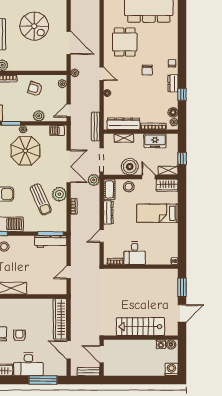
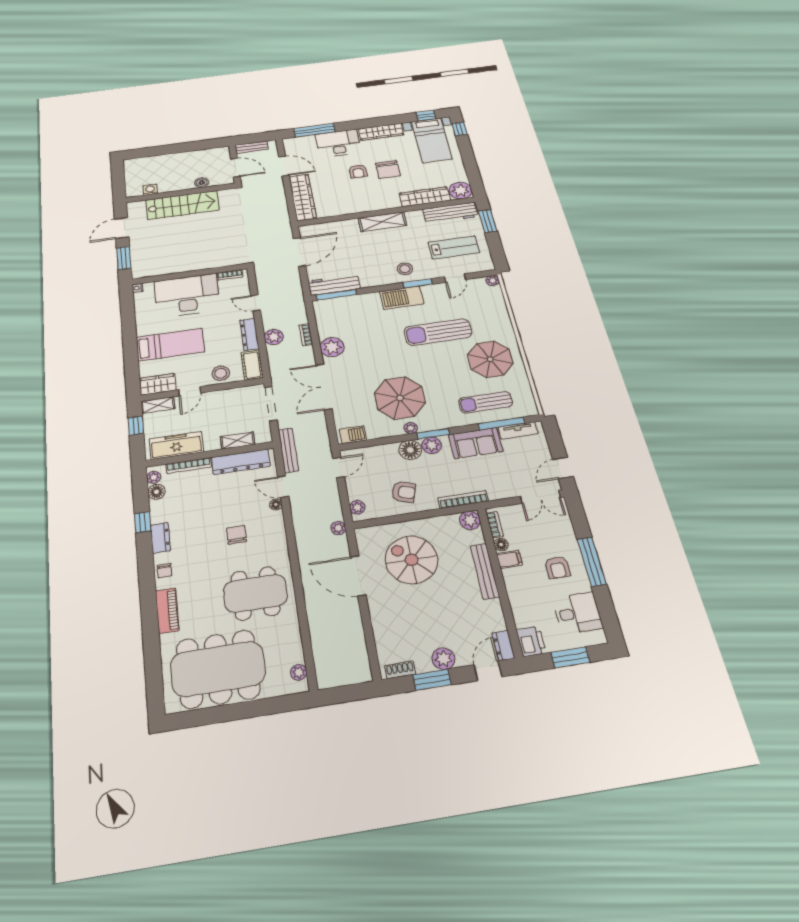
spiral stairs: (34, 26) -> (411, 560), moved
piano: (172, 40) -> (167, 611), added
dining table: (125, 42) -> (255, 593), width x1.38
chair: (147, 70) -> (236, 535), moved
door: (102, 74) -> (283, 487), moved
floor lamp: (26, 115) -> (410, 450), added
plant: (39, 116) -> (432, 445), moved
freezer: (155, 141) -> (176, 445), width x1.40
boiler: (130, 167) -> (223, 401), removed
door: (148, 177) -> (190, 391), hinge flipped
plant: (94, 180) -> (274, 337), moved
sun lounger: (41, 199) -> (361, 336), removed
door: (102, 236) -> (256, 303), swing flipped
desk: (135, 253) -> (187, 295), width x1.87, depth x1.30
door: (69, 272) -> (299, 252), width x1.88
boiler: (171, 344) -> (202, 183), moved
washing machine: (171, 369) -> (132, 165), removed

